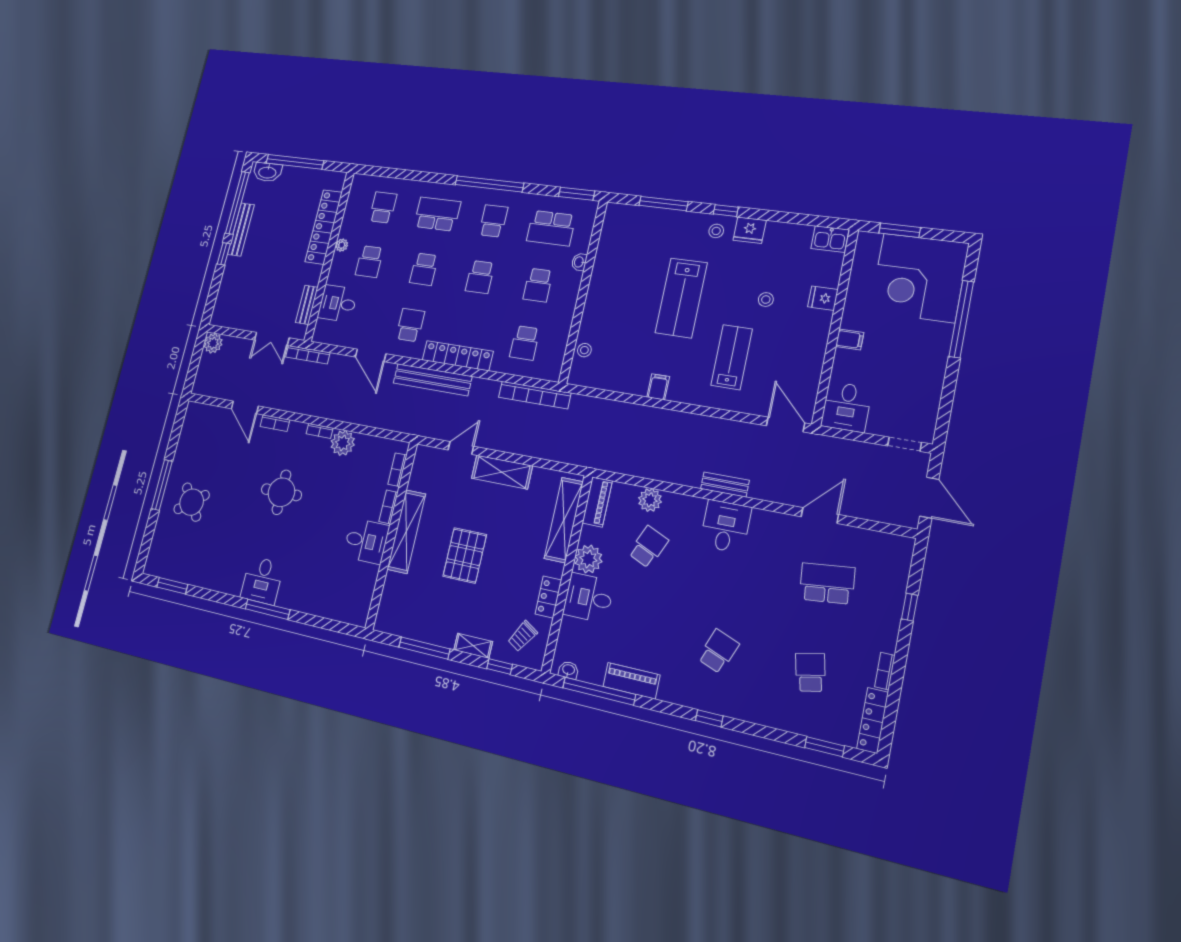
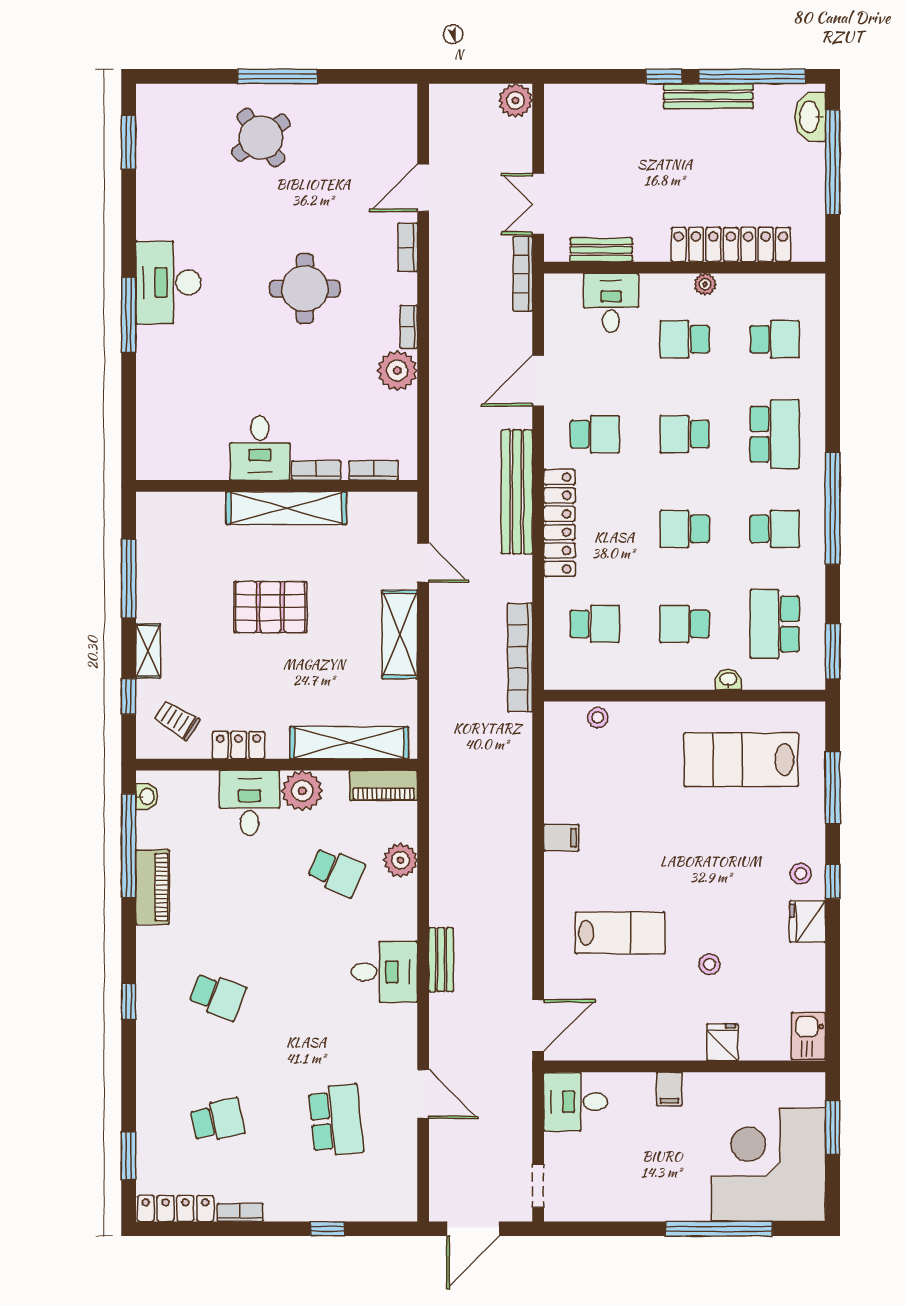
lab bench: (681, 298) -> (741, 760), moved
school desk: (525, 343) -> (595, 624), turned 180
desk: (262, 581) -> (168, 282), width x1.37

